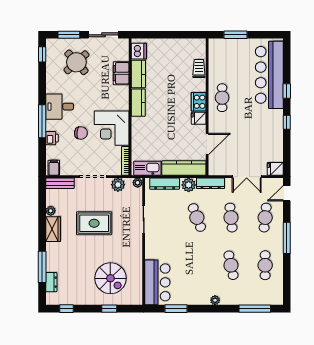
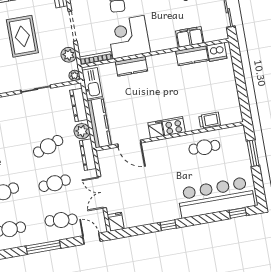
window: (287, 91) -> (238, 213), moved
cafe table: (222, 98) -> (204, 147), moved
kitchen counter: (138, 103) -> (131, 66), moved

